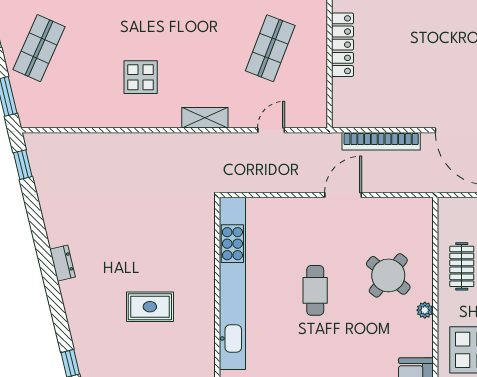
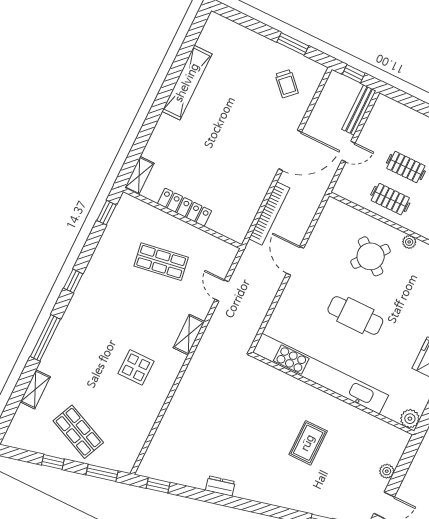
shop shelf: (270, 48) -> (161, 262), turned -30
dresser: (63, 263) -> (220, 486), moved
cafe table: (315, 290) -> (355, 315), width x1.37, depth x1.35

